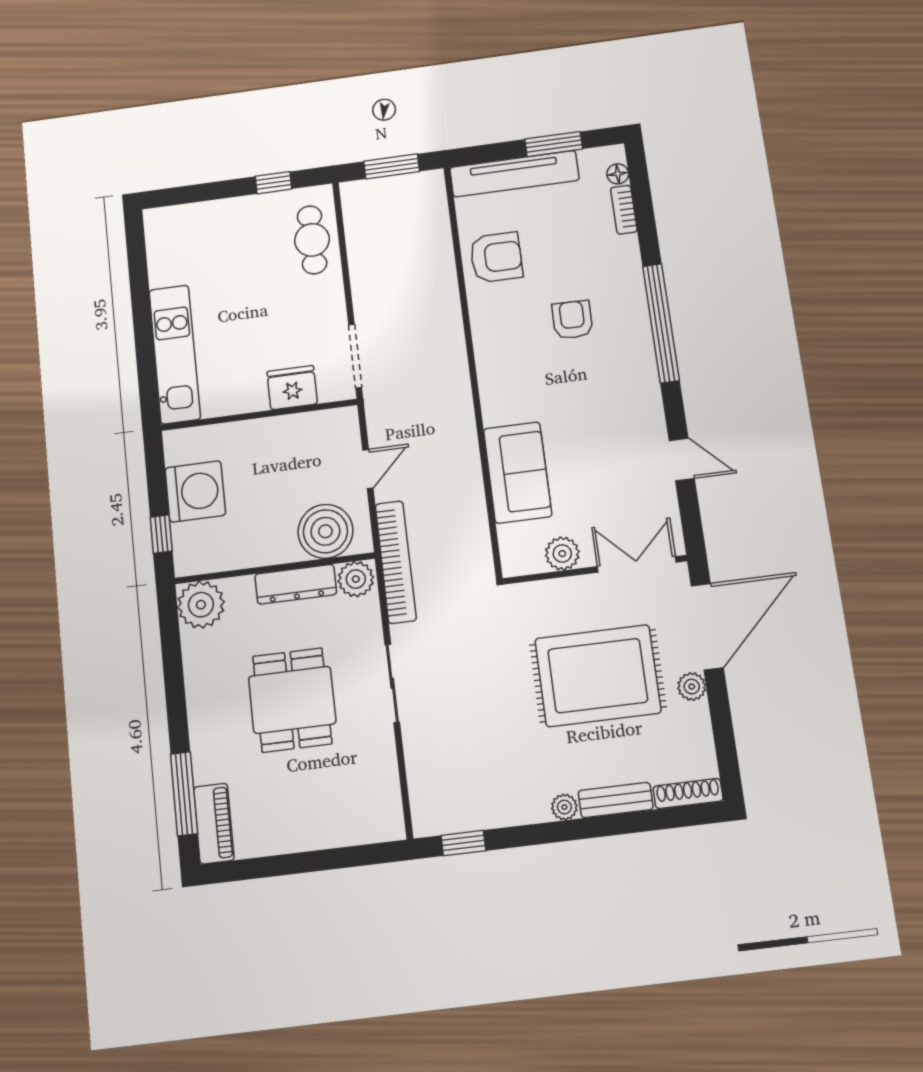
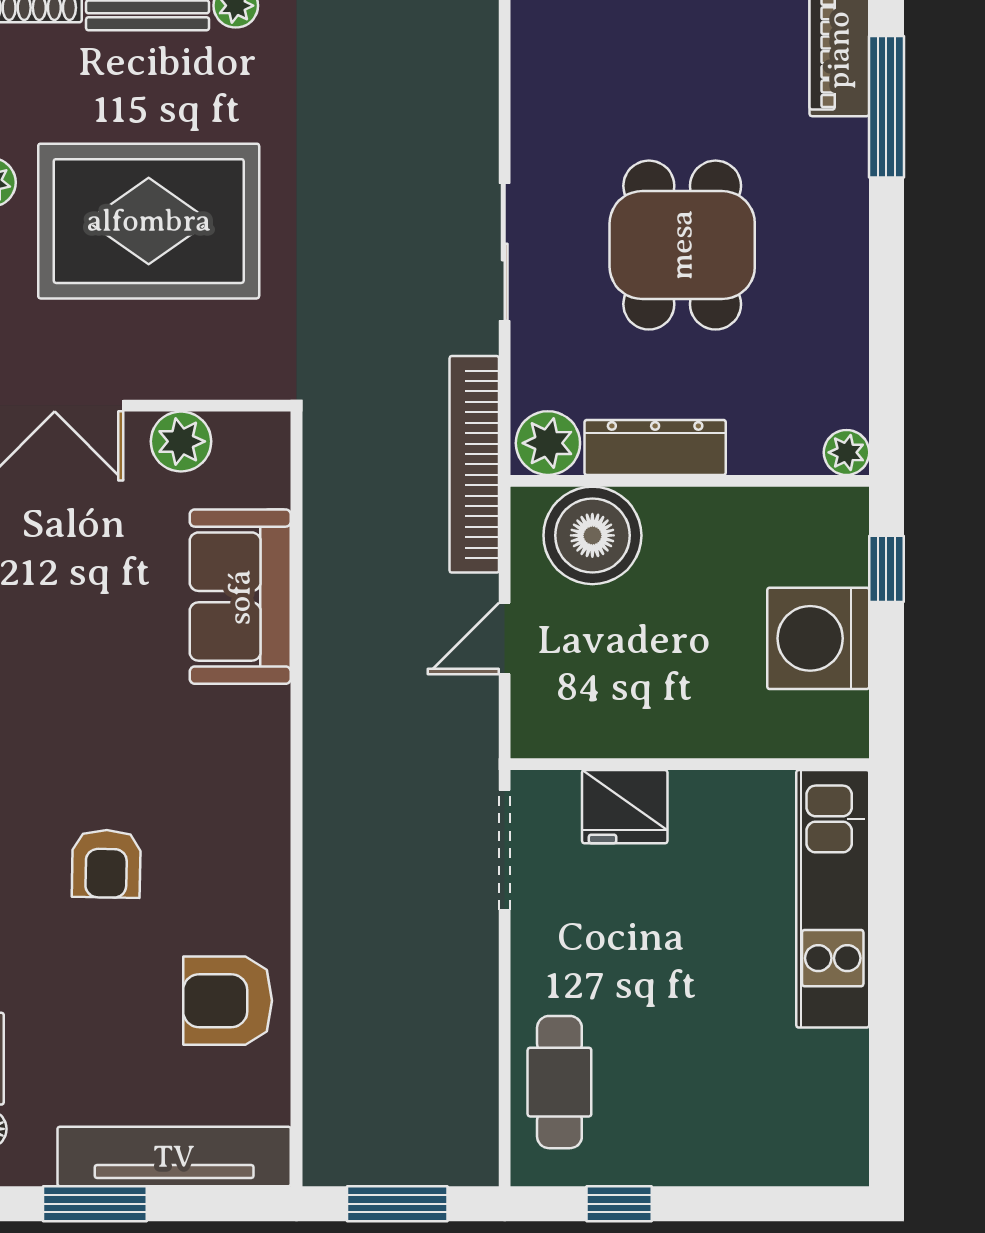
plant: (201, 605) -> (846, 452), width x0.53, depth x0.53

